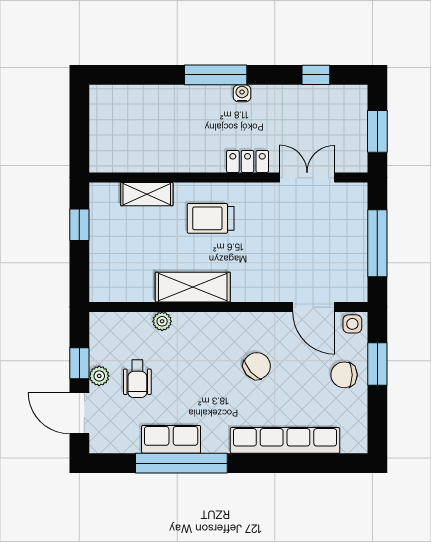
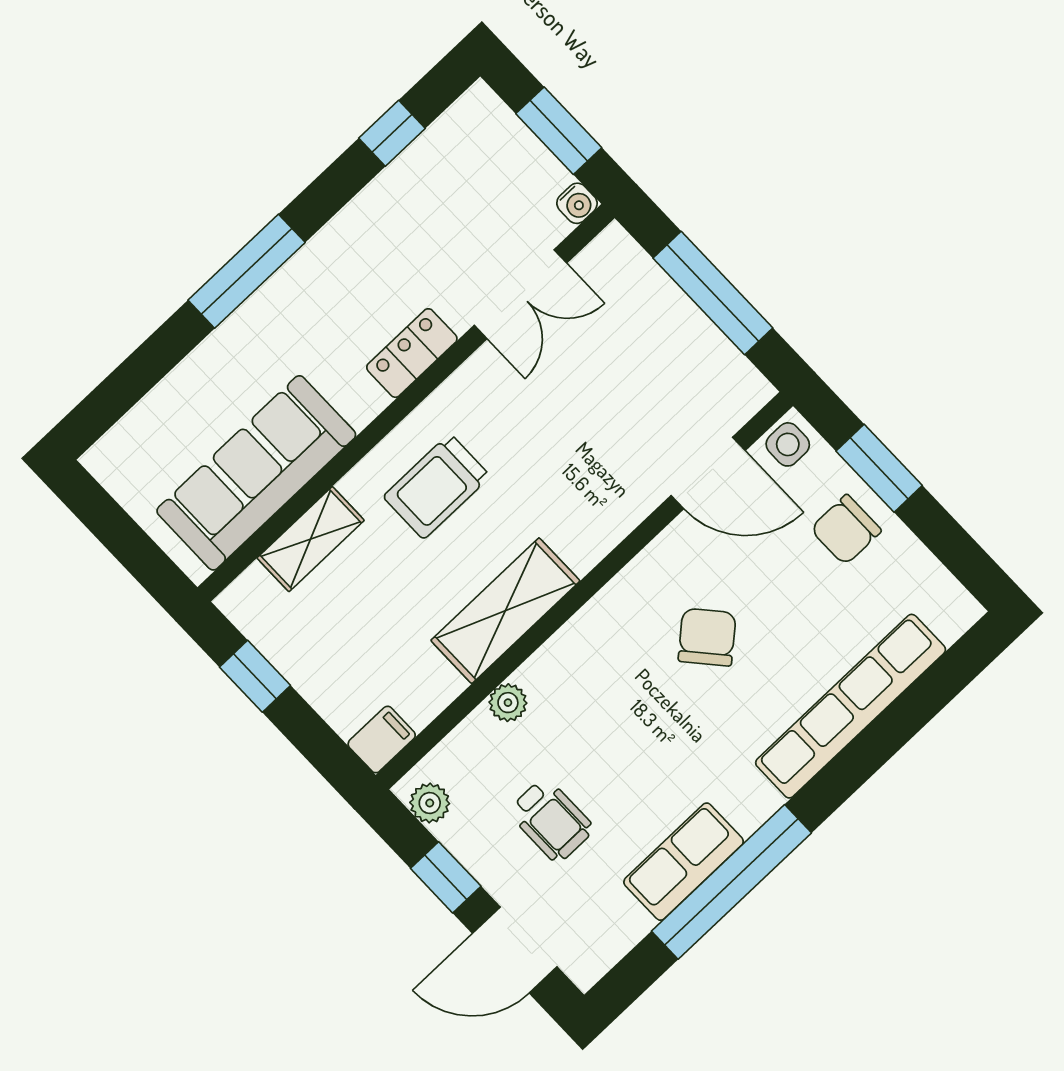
water cooler: (242, 93) -> (577, 203), moved, turned 180
sofa: (150, 151) -> (256, 473), added
double door: (307, 178) -> (520, 294), swing flipped
filing cabinet: (104, 291) -> (382, 740), added
plant: (99, 376) -> (430, 803), moved

